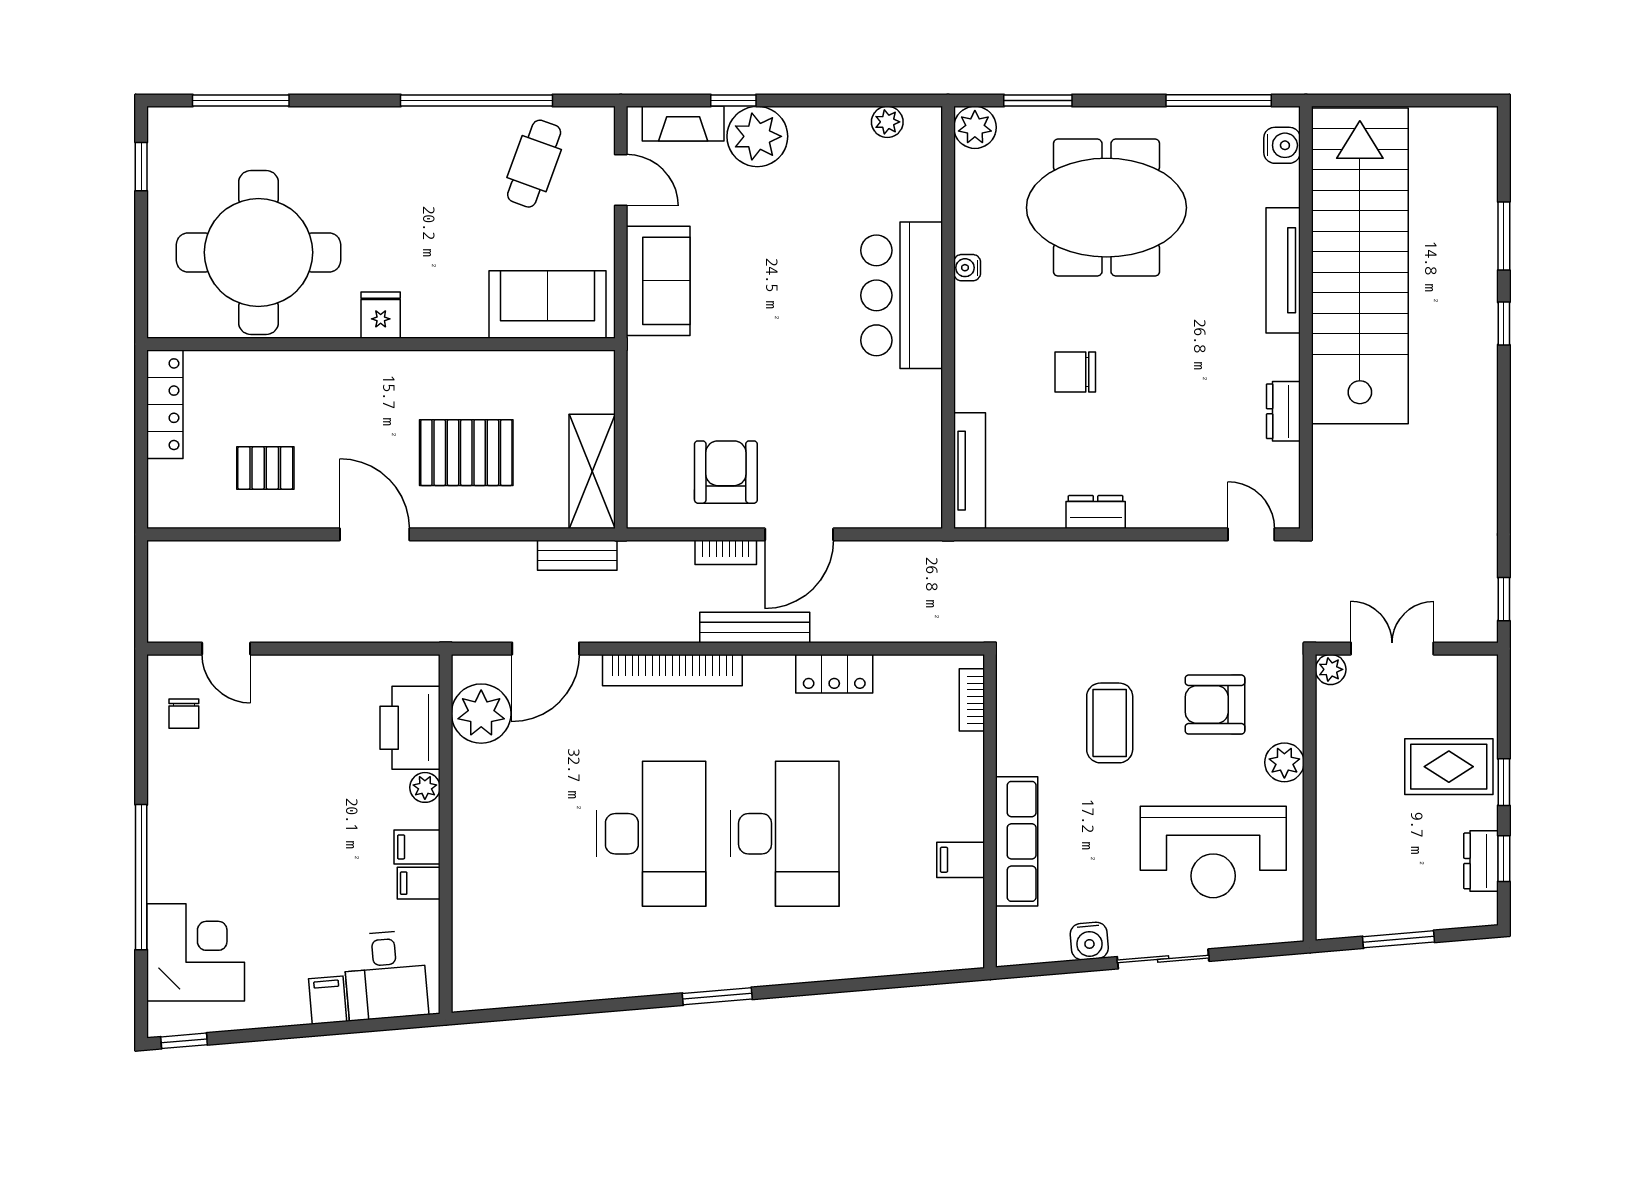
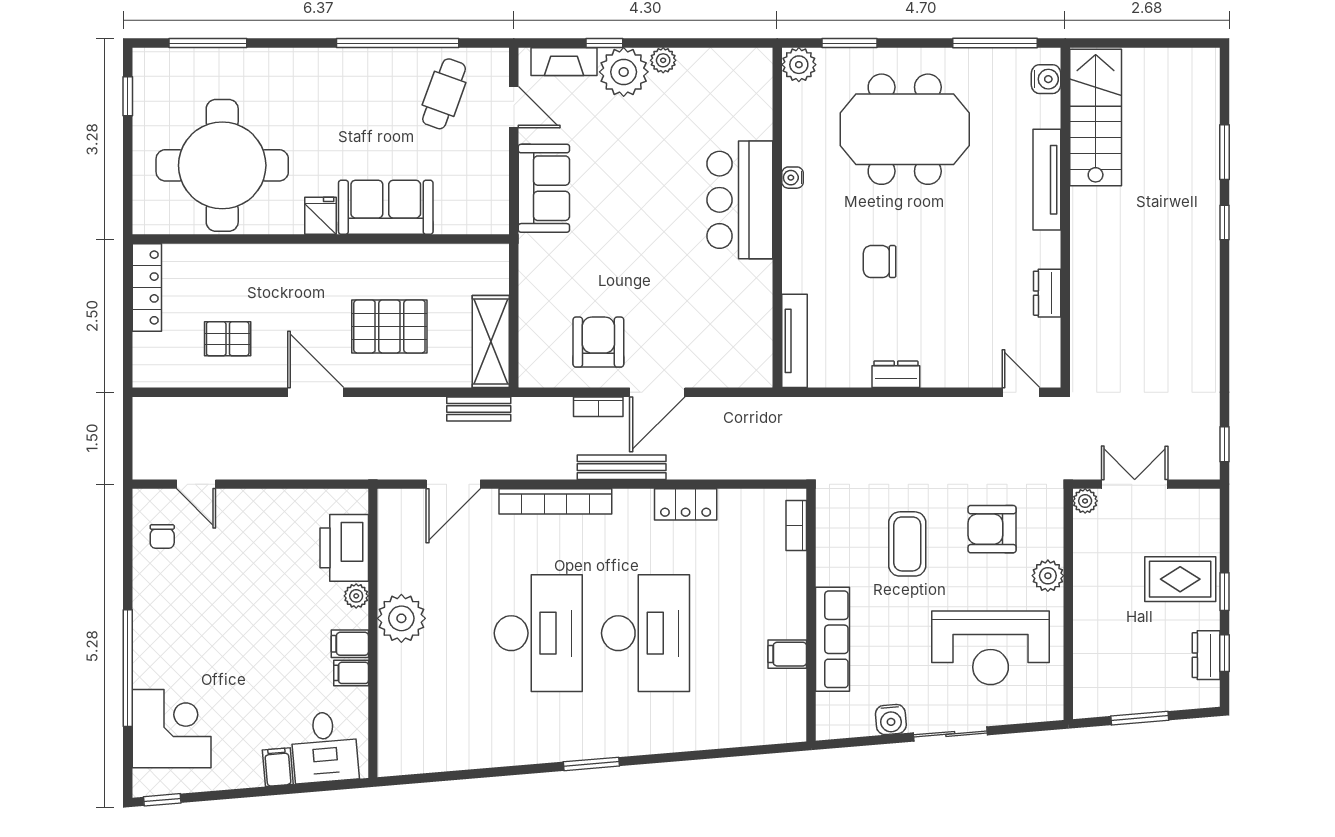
plant: (887, 122) -> (663, 60), moved
stairs: (1360, 266) -> (1096, 117), width x0.54, depth x0.66
sofa: (547, 305) -> (386, 207), moved
plant: (481, 714) -> (401, 618), moved

